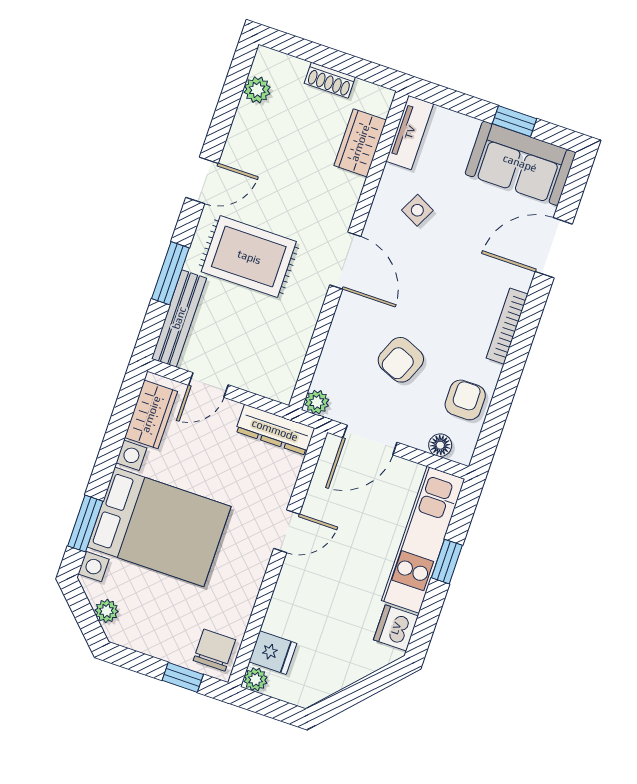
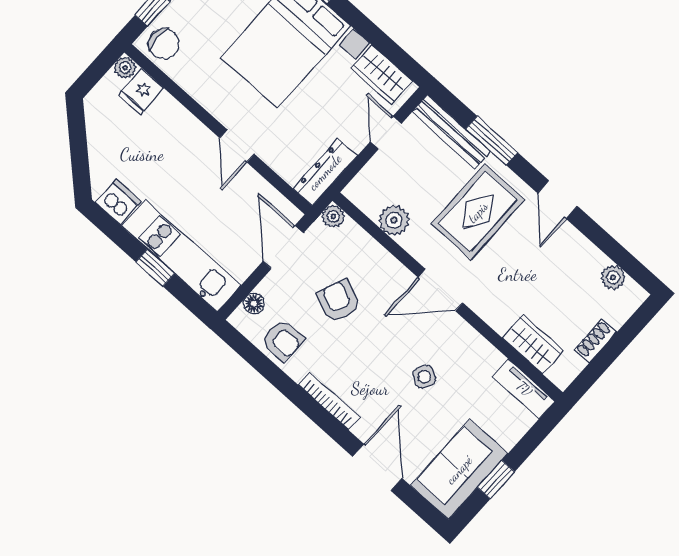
side table: (417, 210) -> (424, 377), moved
plant: (294, 338) -> (394, 220), added

